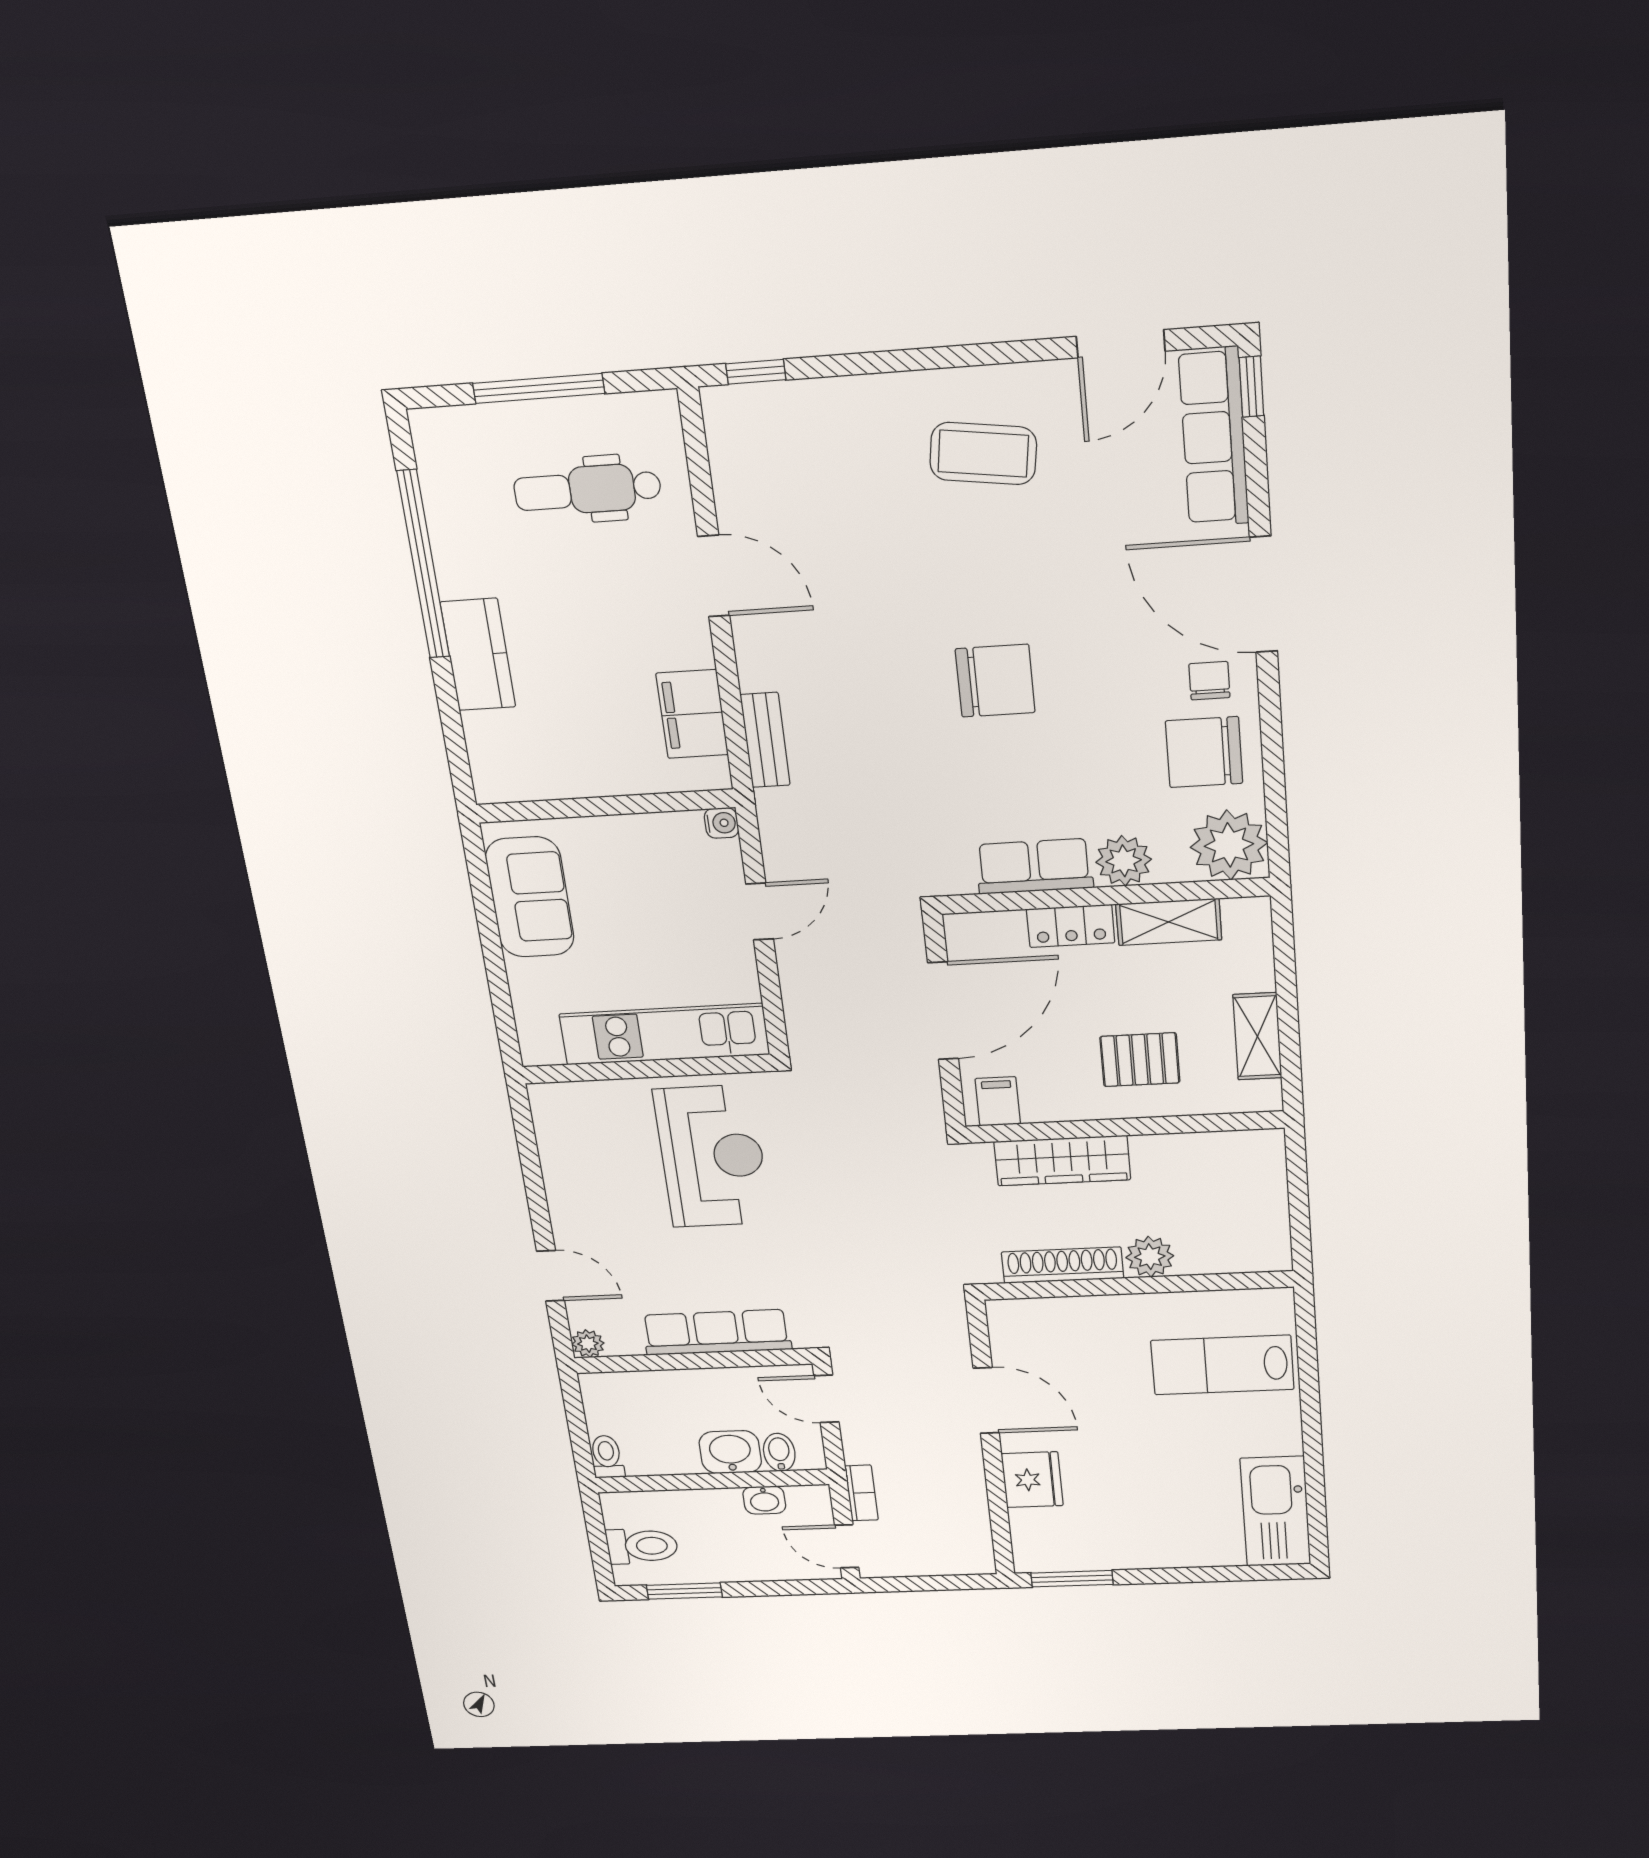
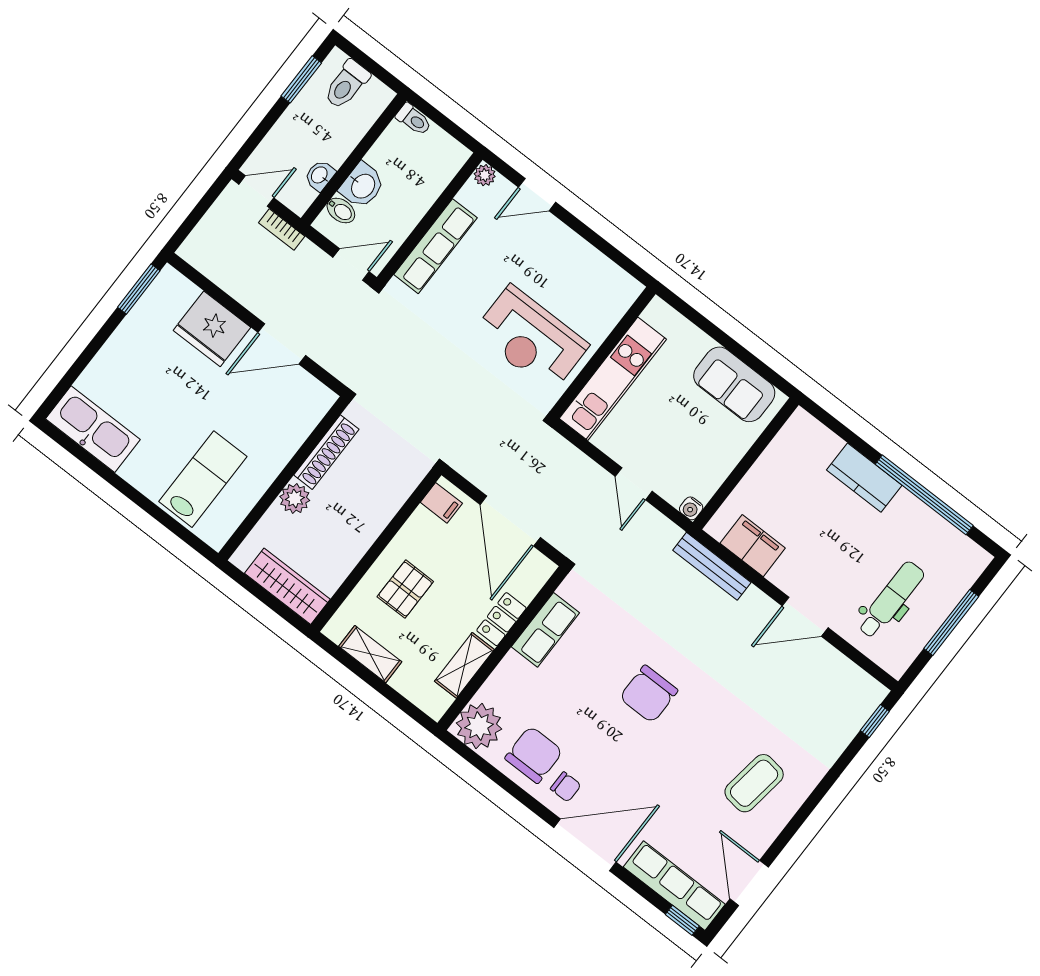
bench: (765, 740) -> (712, 566), width x1.36
plant: (1124, 861) -> (513, 672), removed
wardrobe: (1062, 1161) -> (287, 586), moved, turned 90
fridge: (1032, 1480) -> (212, 329), width x1.36, depth x1.34

